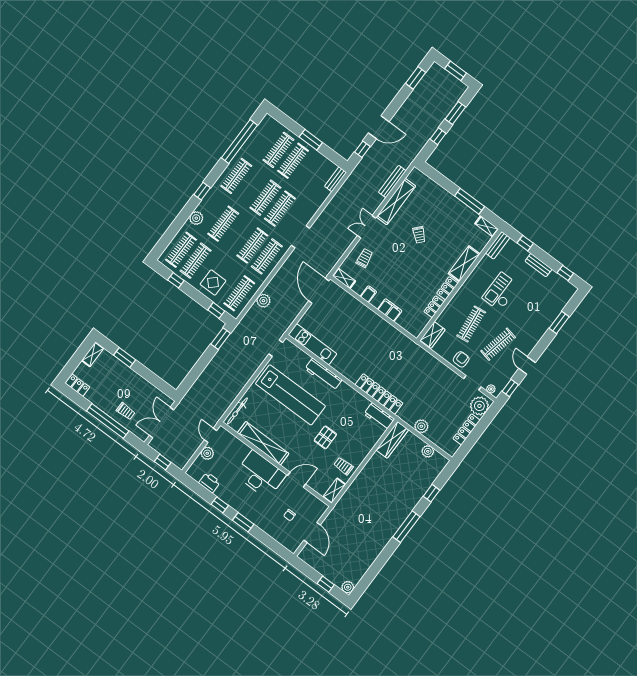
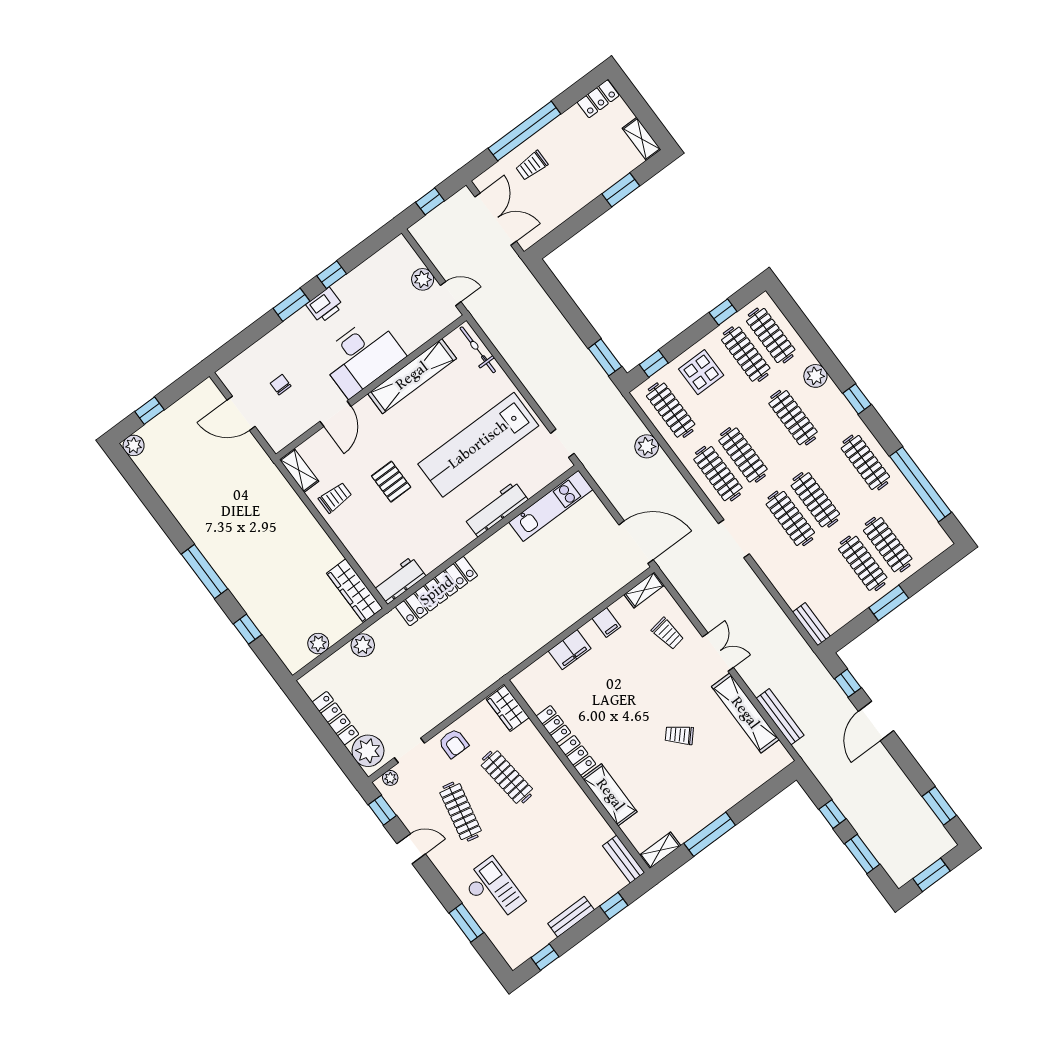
checkout: (501, 292) -> (493, 890), moved
printer: (210, 482) -> (325, 305), moved

